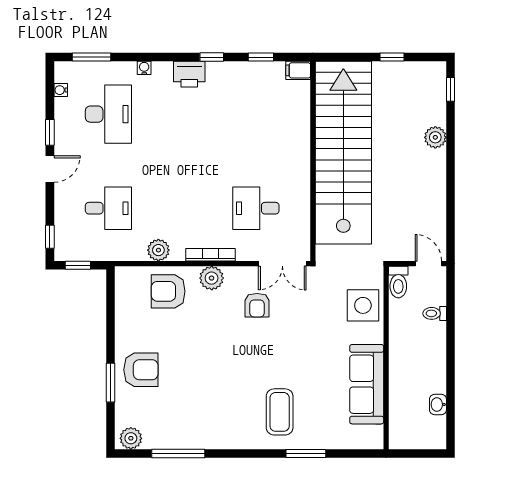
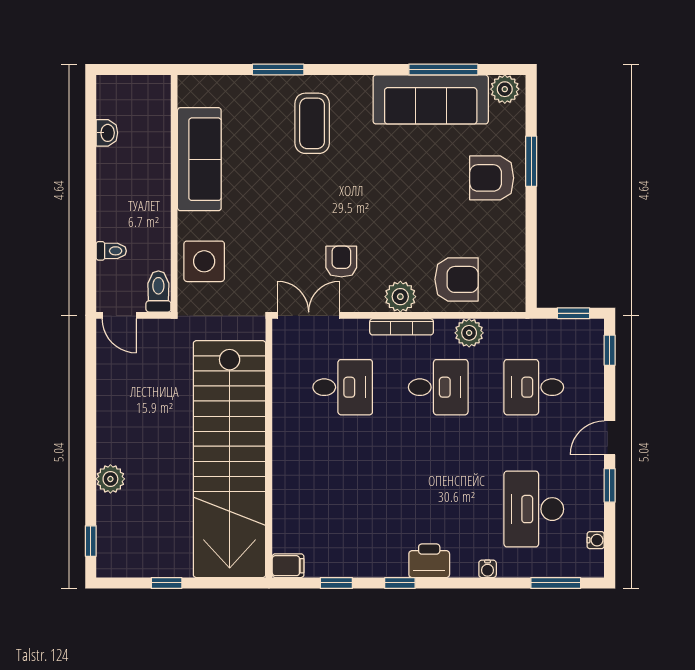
desk: (182, 208) -> (438, 387), added
sofa: (188, 430) -> (431, 99), added

